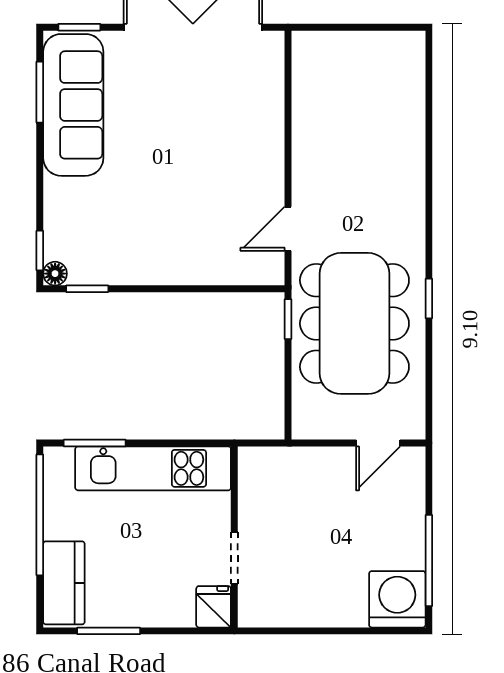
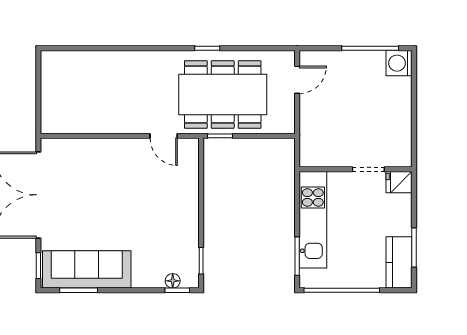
floor lamp: (55, 274) -> (173, 281), moved
door: (378, 443) -> (297, 80), hinge flipped
kitchen counter: (64, 583) -> (399, 262), moved, turned -90
washing machine: (397, 599) -> (399, 63), width x0.73, depth x0.73

